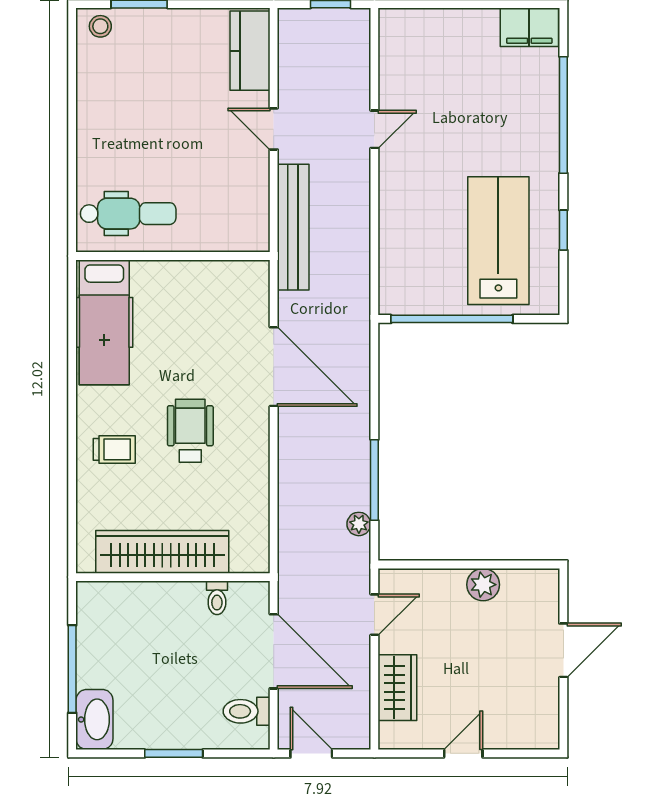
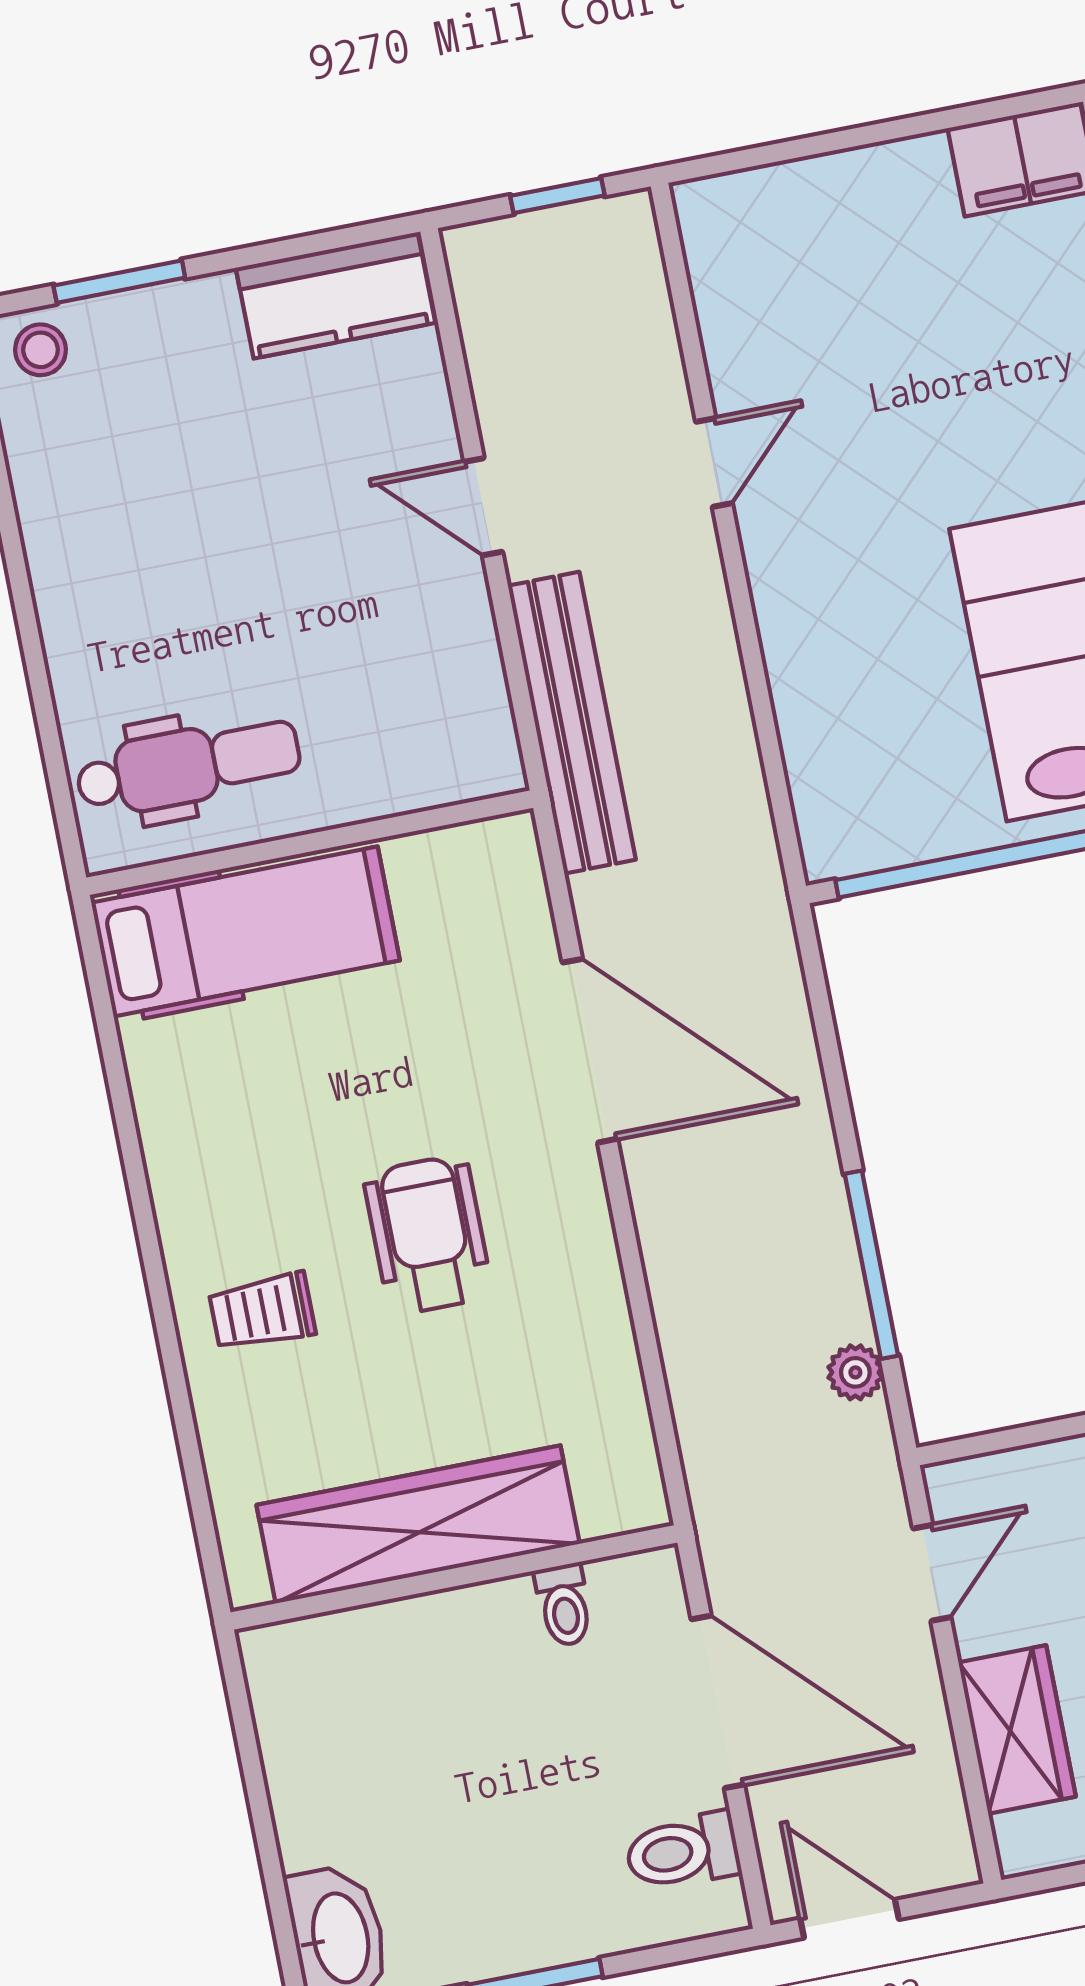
kitchen counter: (250, 51) -> (336, 295), moved, turned -90
hospital bed: (104, 322) -> (246, 931), moved, turned -90
trolley: (114, 449) -> (262, 1312), turned 180
window: (72, 669) -> (265, 1833), removed

